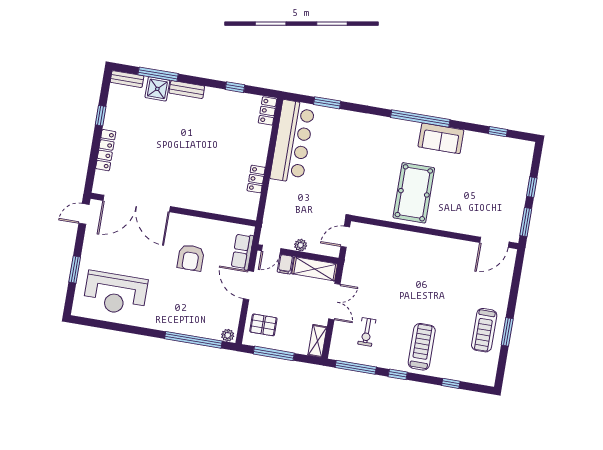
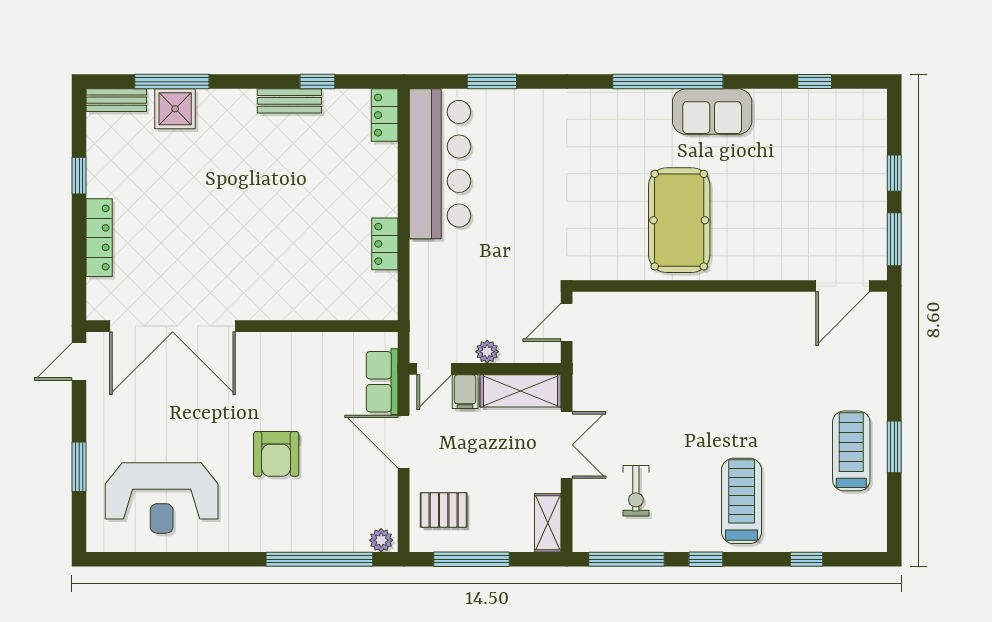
bench: (187, 90) -> (289, 101), moved
armchair: (191, 258) -> (276, 454), moved
treadmill: (484, 330) -> (851, 451), turned 180

